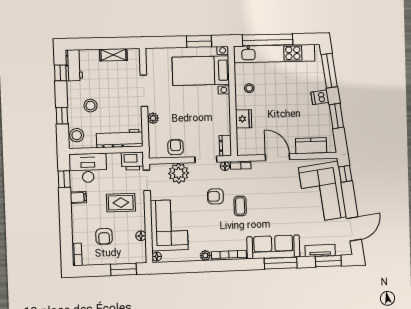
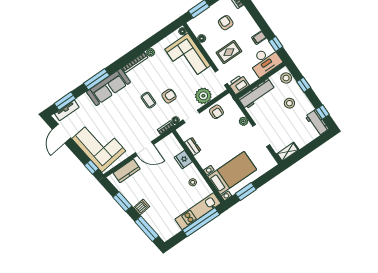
kitchen unit: (274, 54) -> (198, 211), width x0.73
shelving: (113, 55) -> (288, 152), moved
dresser: (225, 146) -> (193, 146), moved
tv unit: (320, 250) -> (67, 110), moved

